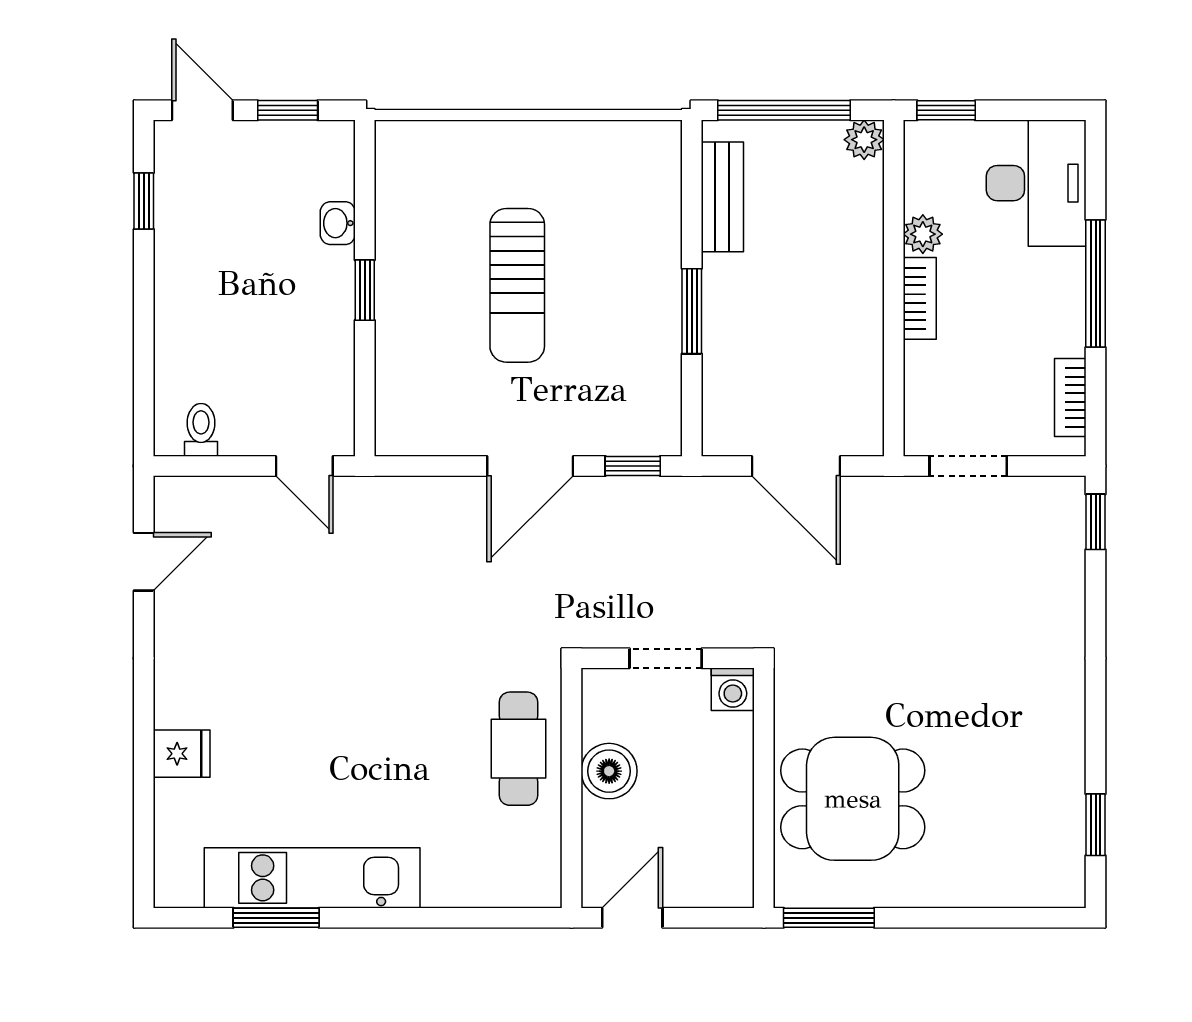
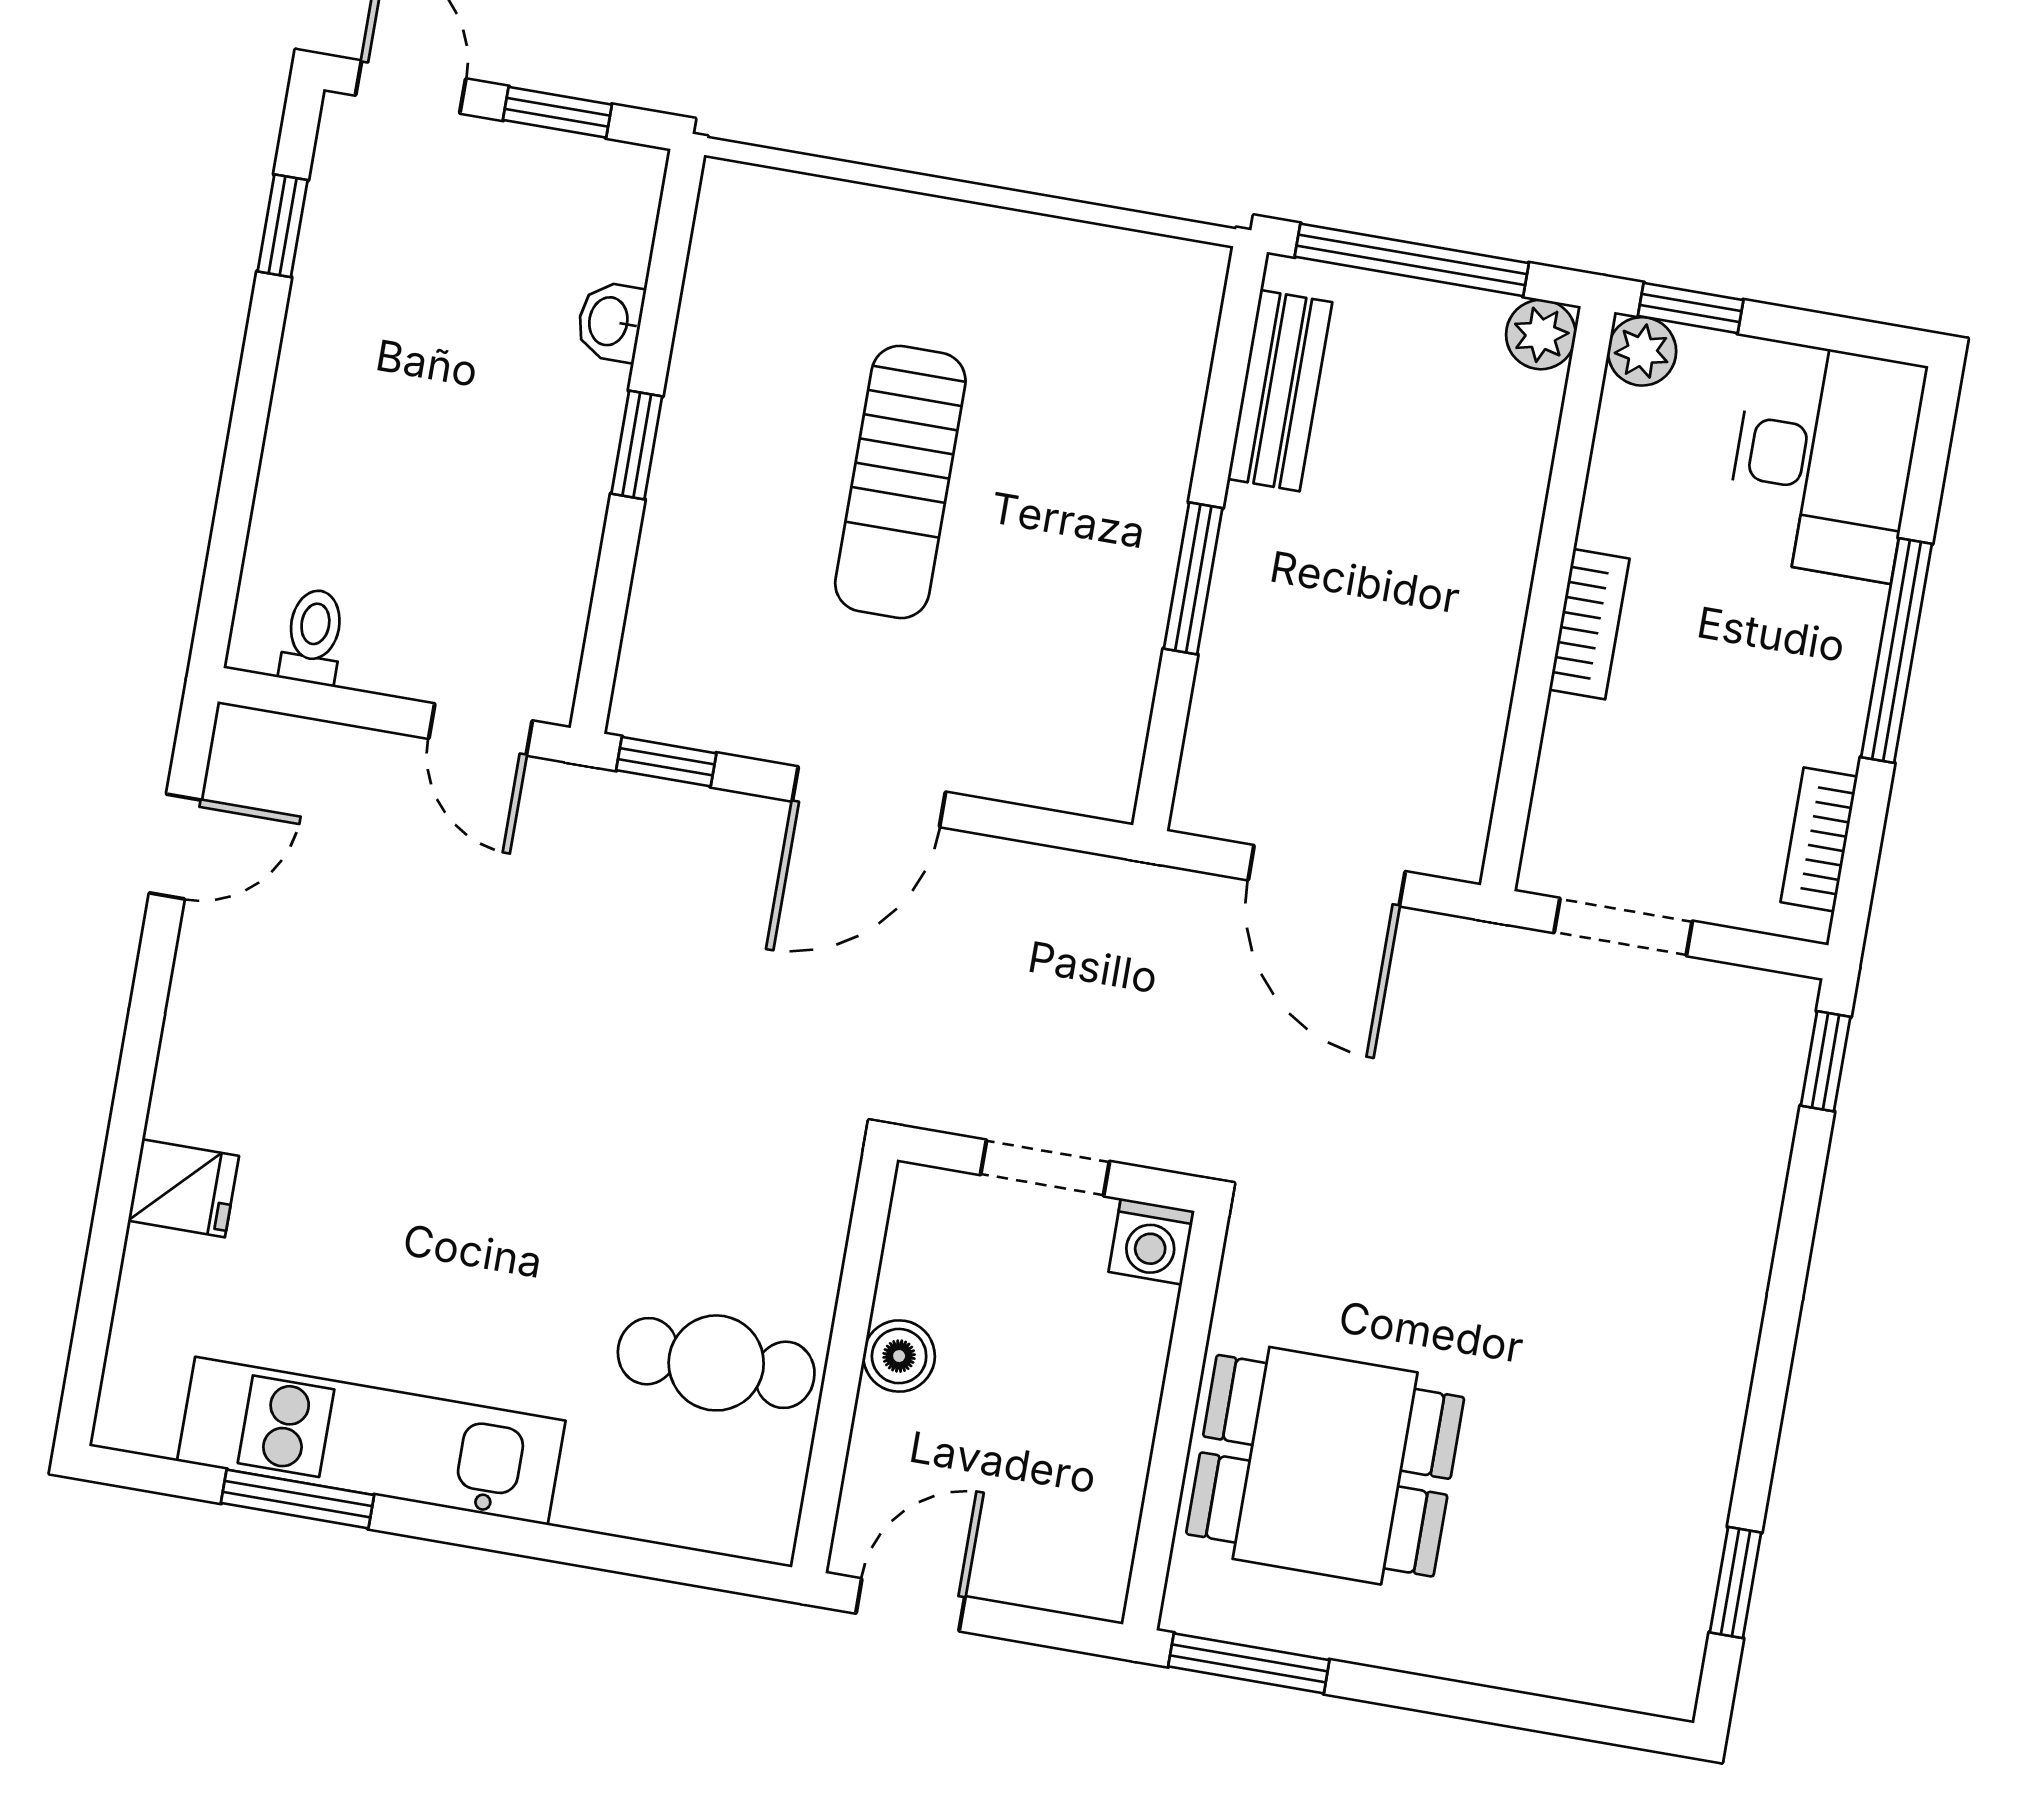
plant: (923, 234) -> (1642, 351), moved
window: (633, 466) -> (666, 762), moved
cafe table: (519, 749) -> (716, 1363), moved, turned 90
boiler: (609, 771) -> (899, 1356), width x0.73, depth x0.73

